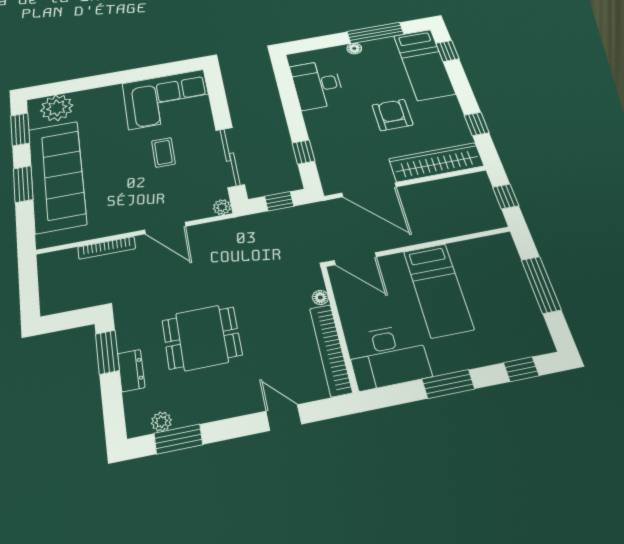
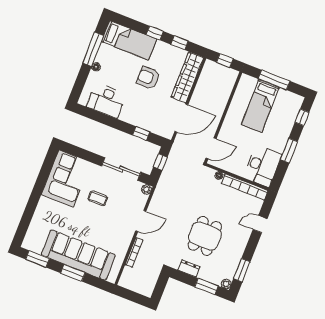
window: (447, 51) -> (155, 33), moved
plant: (57, 108) -> (35, 235), removed
bed: (438, 290) -> (260, 106), moved, turned 90
window: (107, 352) -> (206, 286), moved
dresser: (131, 370) -> (189, 268), moved
plant: (161, 422) -> (226, 284), moved

